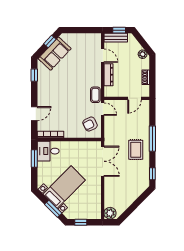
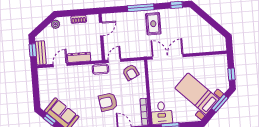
door: (134, 98) -> (101, 29), hinge flipped
armchair: (63, 100) -> (108, 102), added
rug: (136, 150) -> (153, 24), turned 90
plant: (110, 213) -> (220, 45), removed

